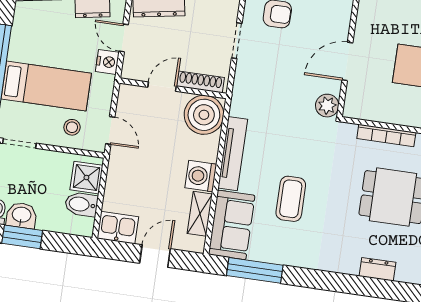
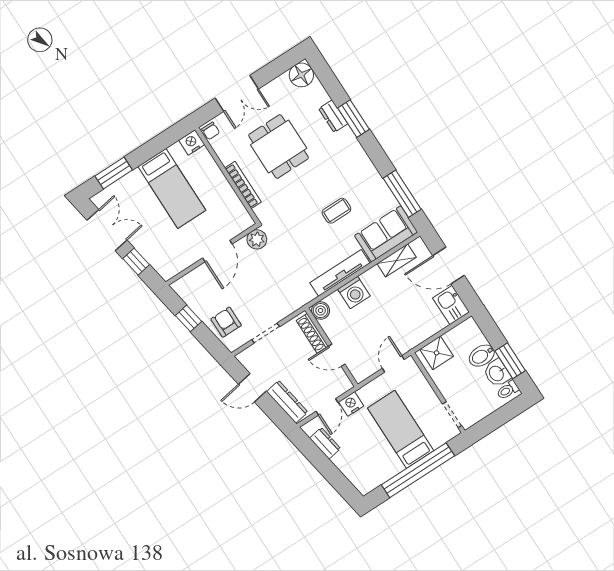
door: (347, 61) -> (217, 251), hinge flipped
boiler: (204, 115) -> (321, 311), width x0.54, depth x0.54
stool: (72, 127) -> (413, 390), removed
washing machine: (201, 176) -> (354, 292), moved
coffee table: (291, 199) -> (336, 211), width x0.73, depth x0.77
bidet: (81, 204) -> (482, 356), moved, turned 90
door: (155, 256) -> (448, 265), width x1.38
window: (360, 285) -> (354, 119), added

